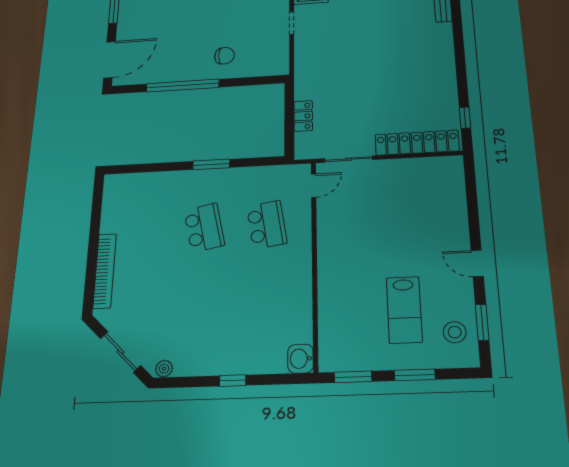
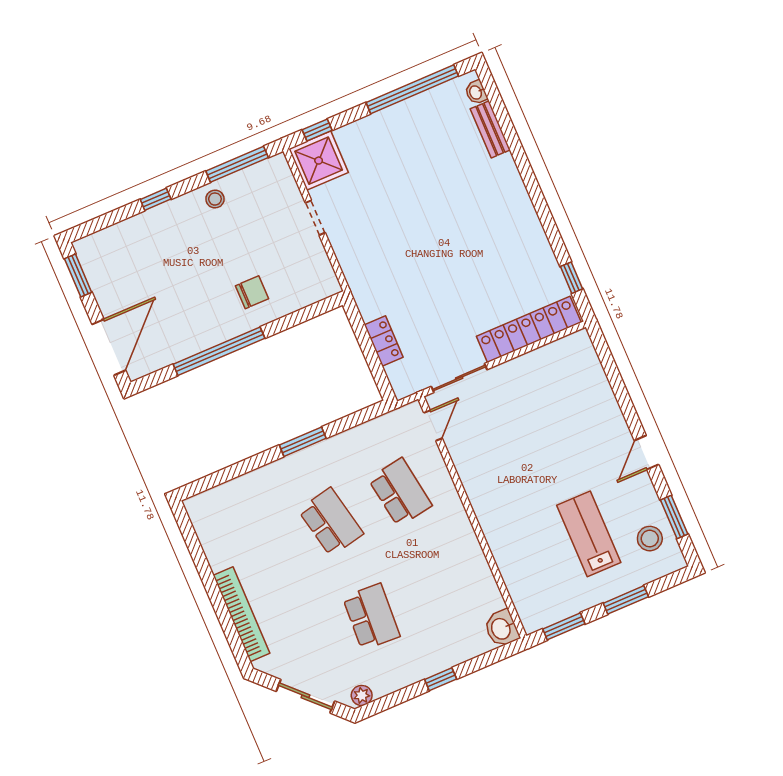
door: (477, 263) -> (646, 453), hinge flipped
school desk: (201, 310) -> (371, 617), added
lab bench: (404, 310) -> (589, 534), turned 180

